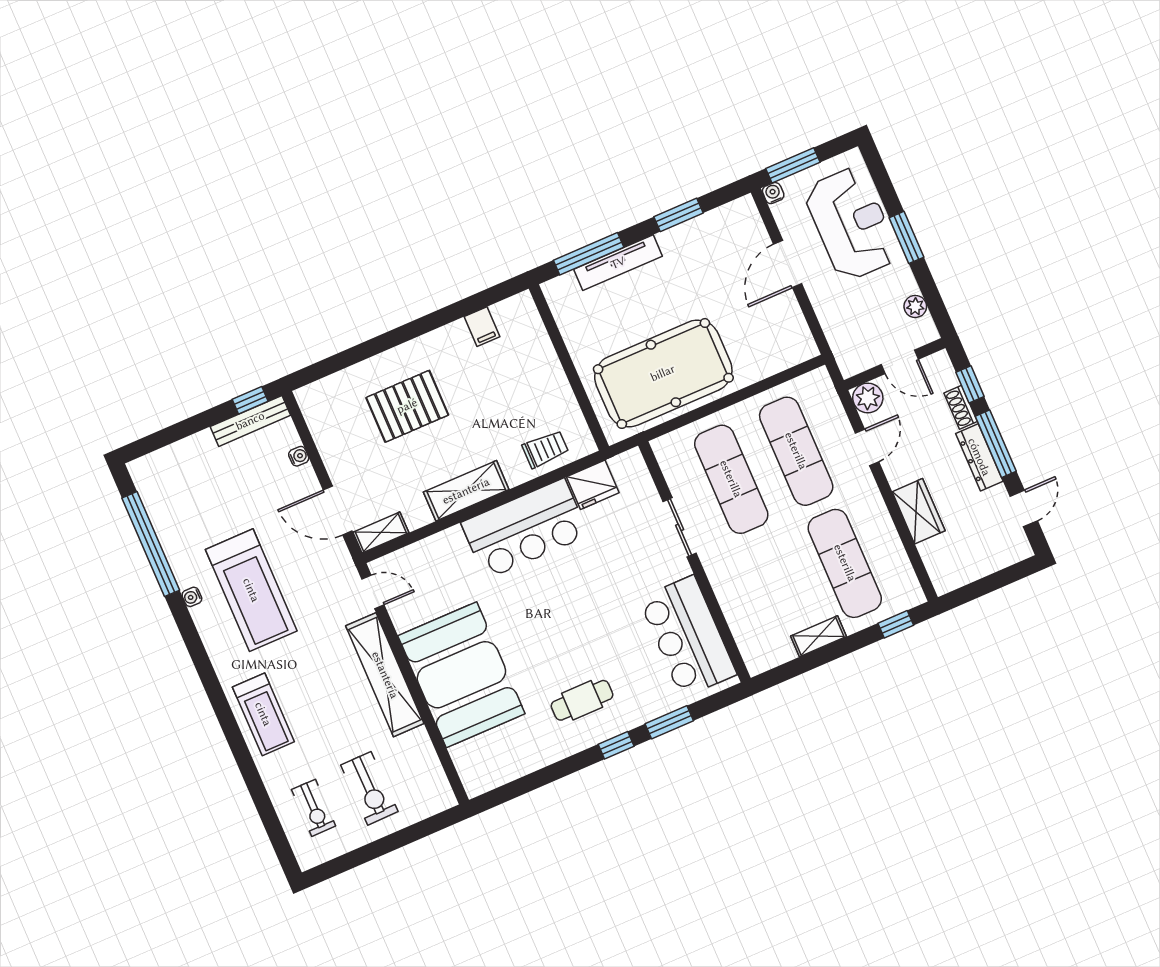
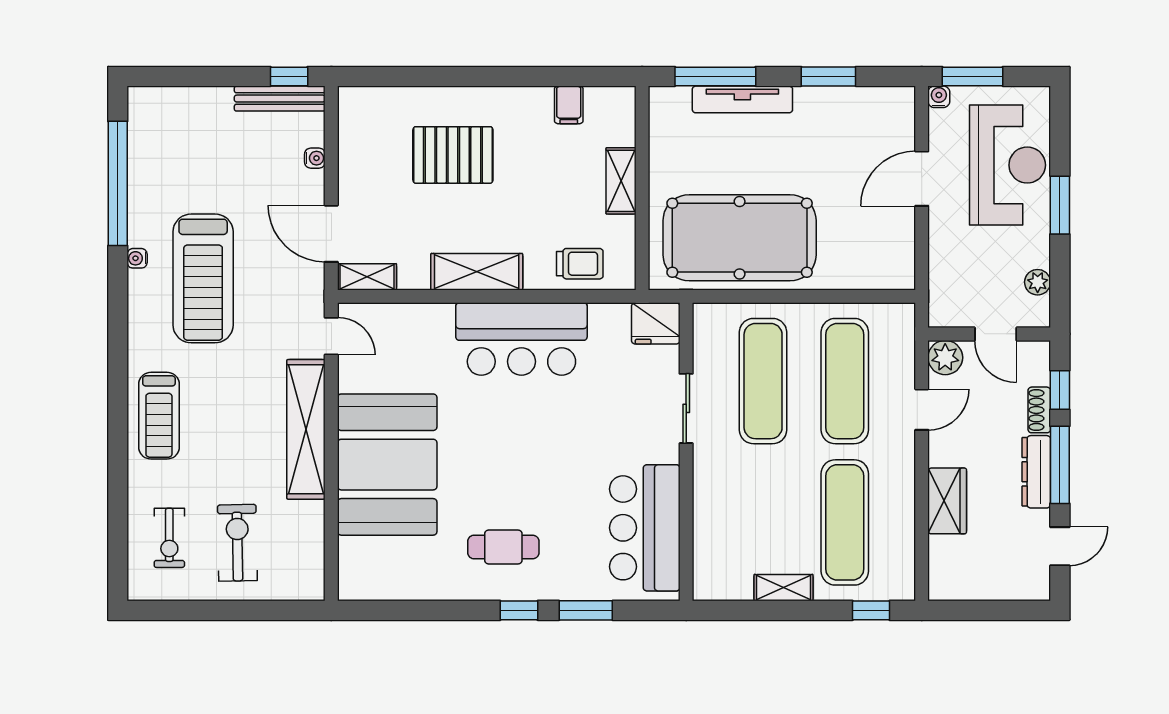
shelving: (550, 369) -> (621, 181), added
fridge: (593, 485) -> (656, 323), moved
exercise bike: (369, 788) -> (237, 543), turned 180

